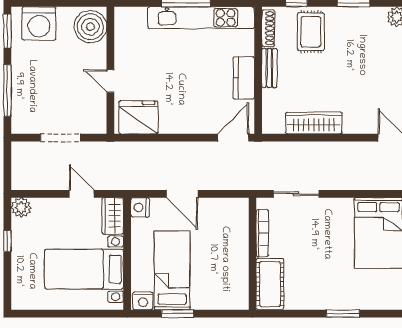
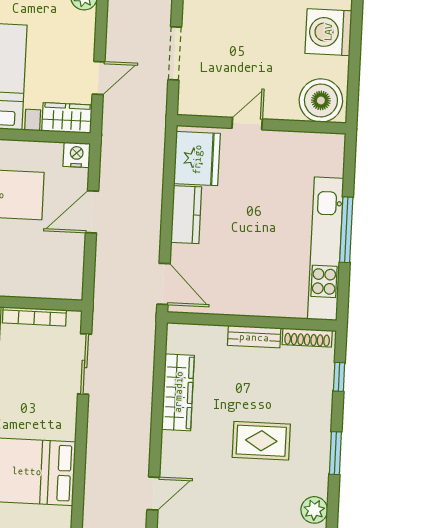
rug: (311, 32) -> (261, 441), moved
kitchen counter: (244, 78) -> (186, 215), moved, turned 90

